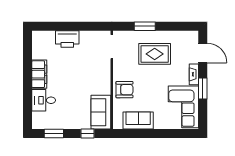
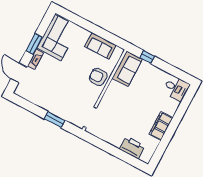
printer: (67, 39) -> (132, 147), moved
rug: (155, 54) -> (58, 93), removed
desk: (44, 100) -> (176, 88), moved
window: (54, 134) -> (174, 71), removed

